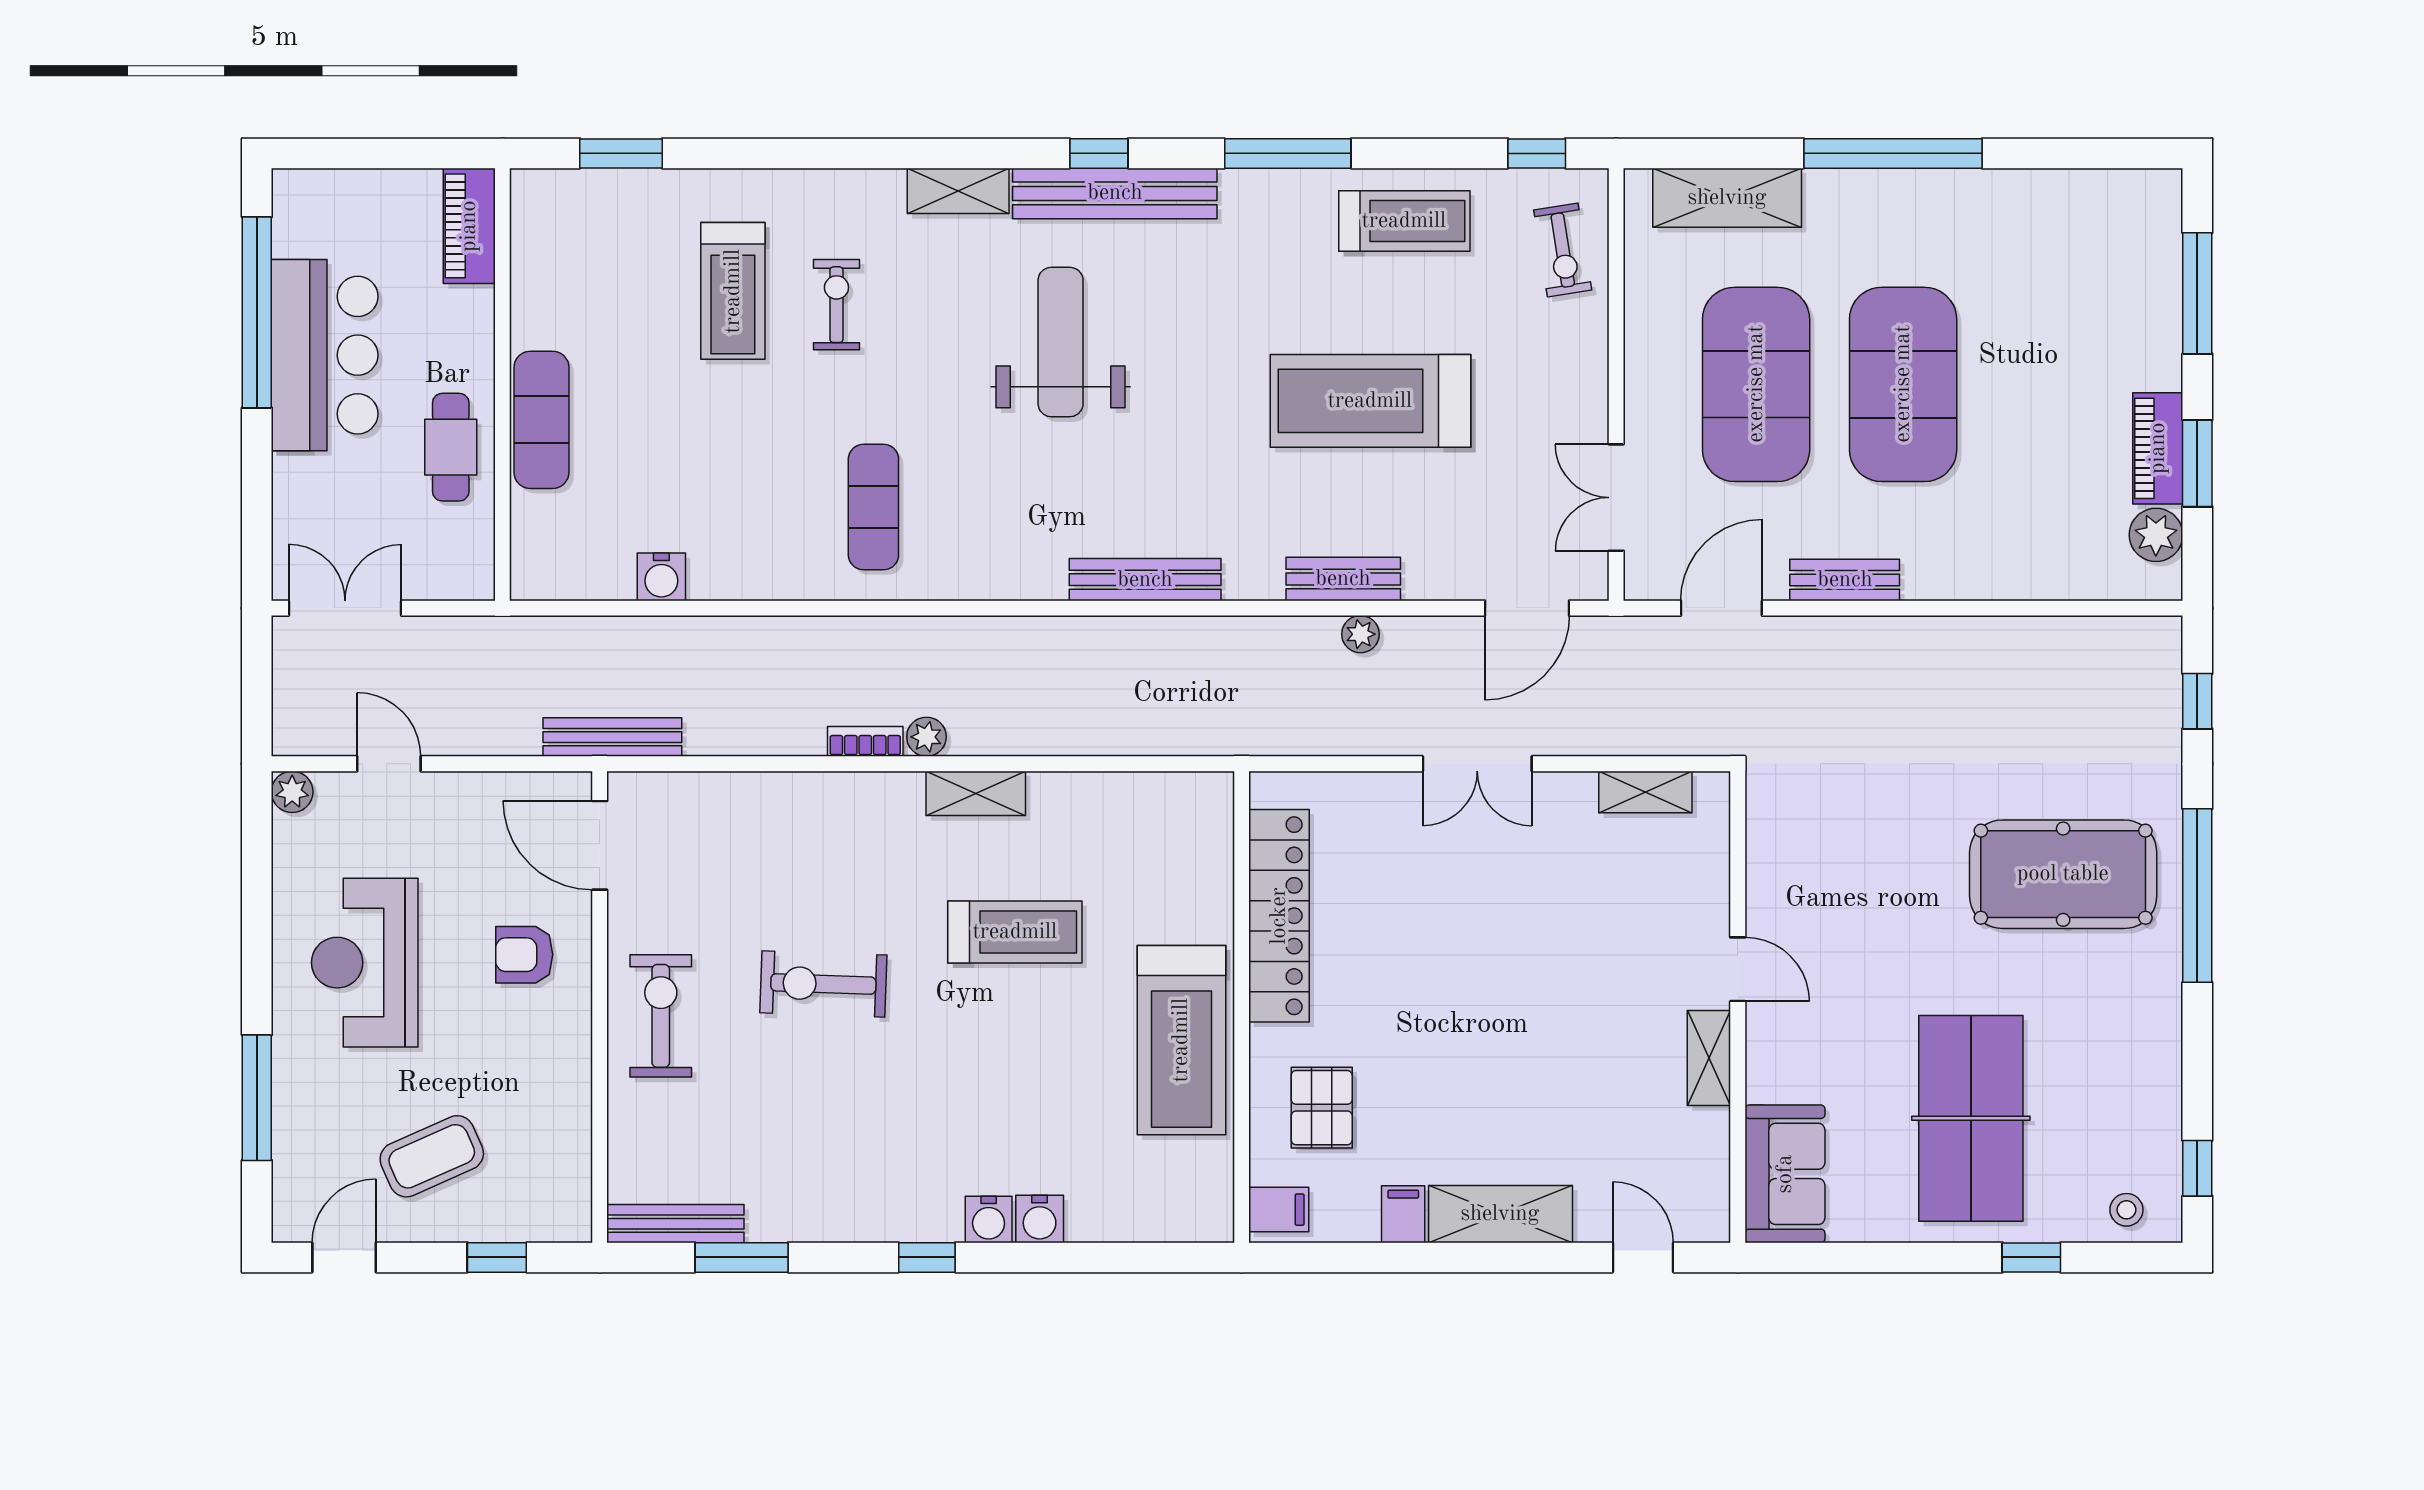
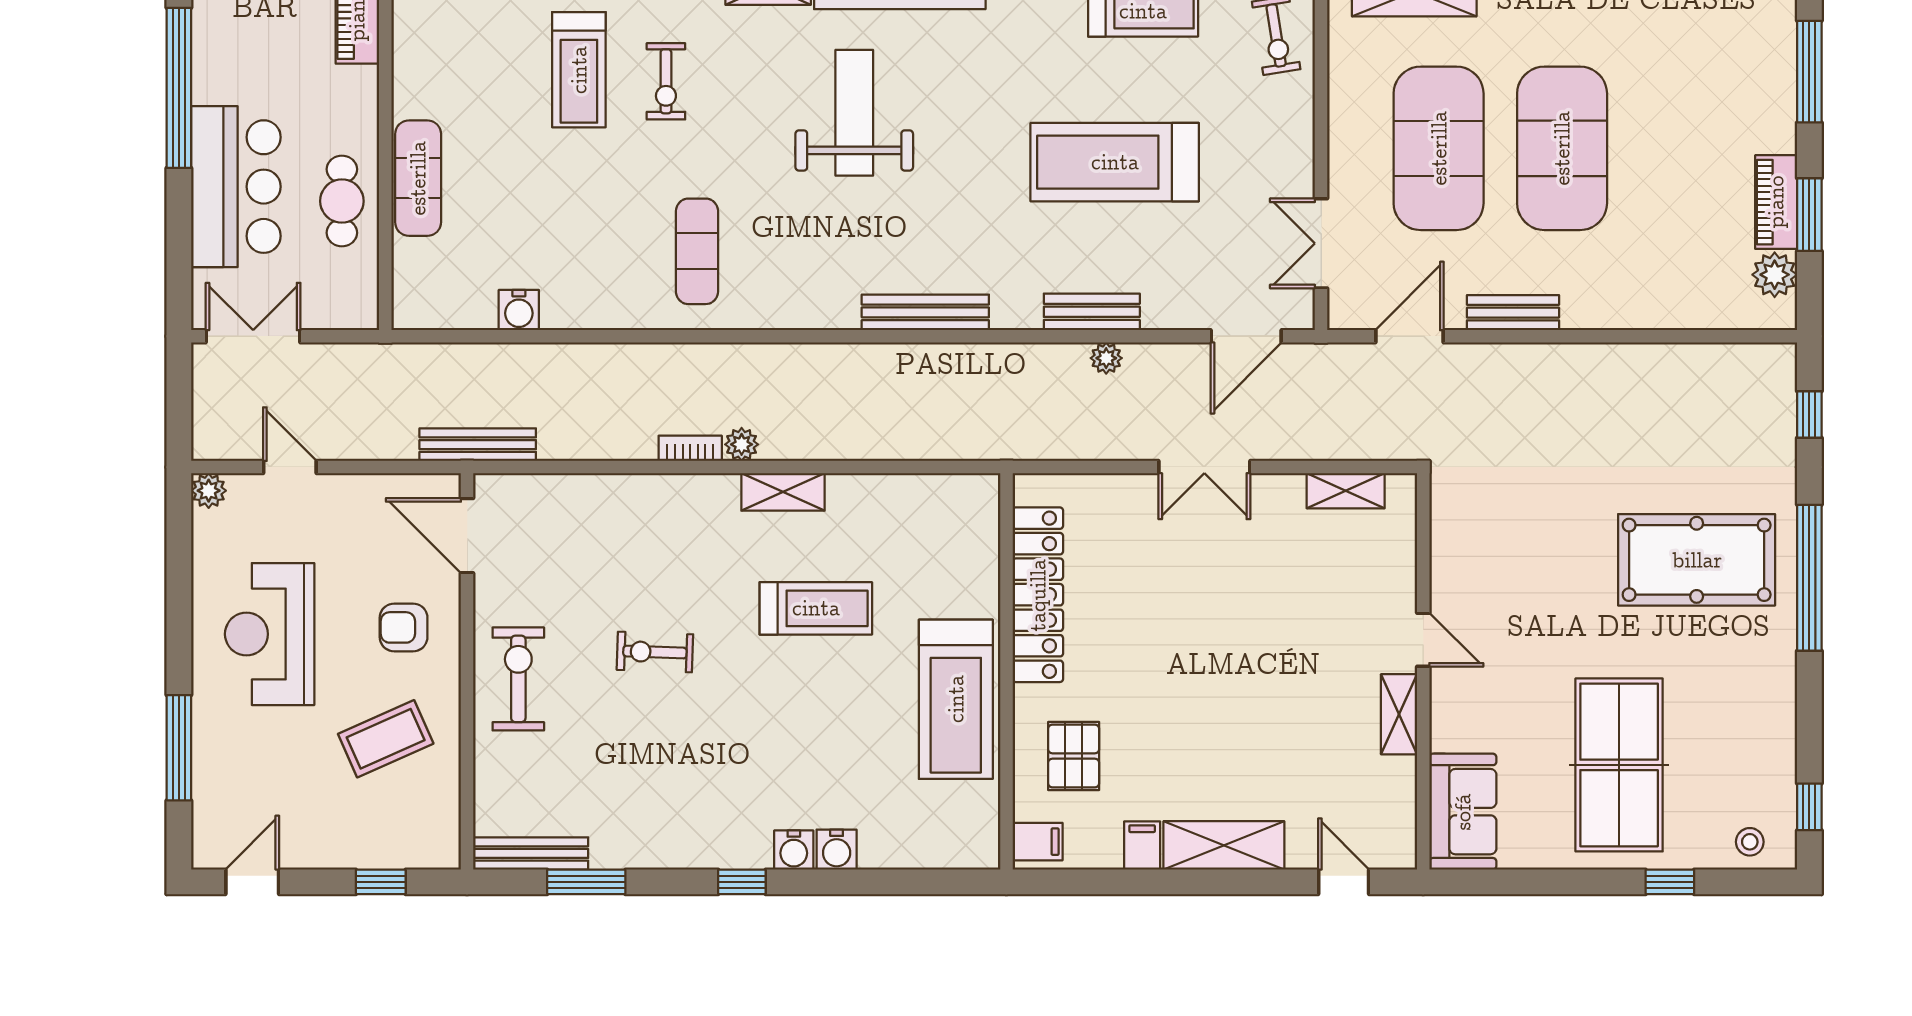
exercise bike: (836, 305) -> (666, 81), turned 180
bar counter: (325, 355) -> (236, 187), moved
exercise bike: (823, 984) -> (655, 652), width x0.73, depth x0.72
coffee table: (432, 1156) -> (386, 739), moved

